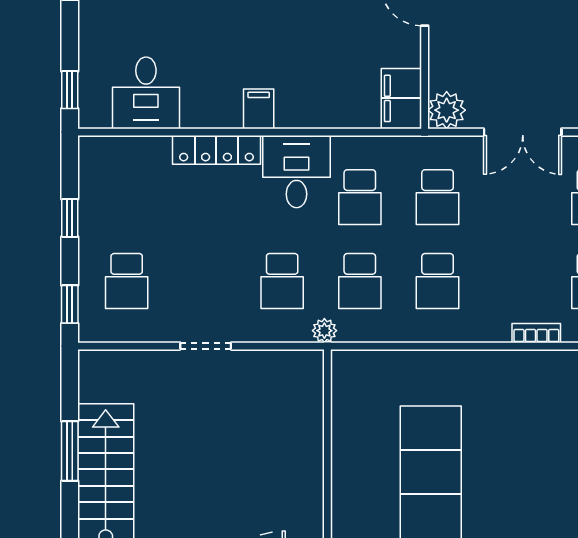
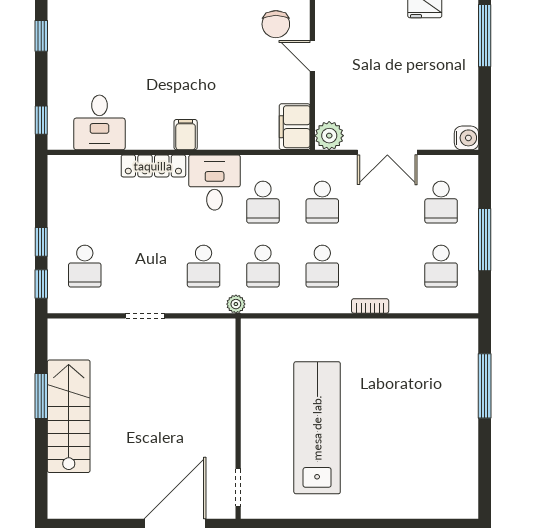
window: (70, 218) -> (41, 242), moved
bookcase: (536, 333) -> (370, 306), moved

